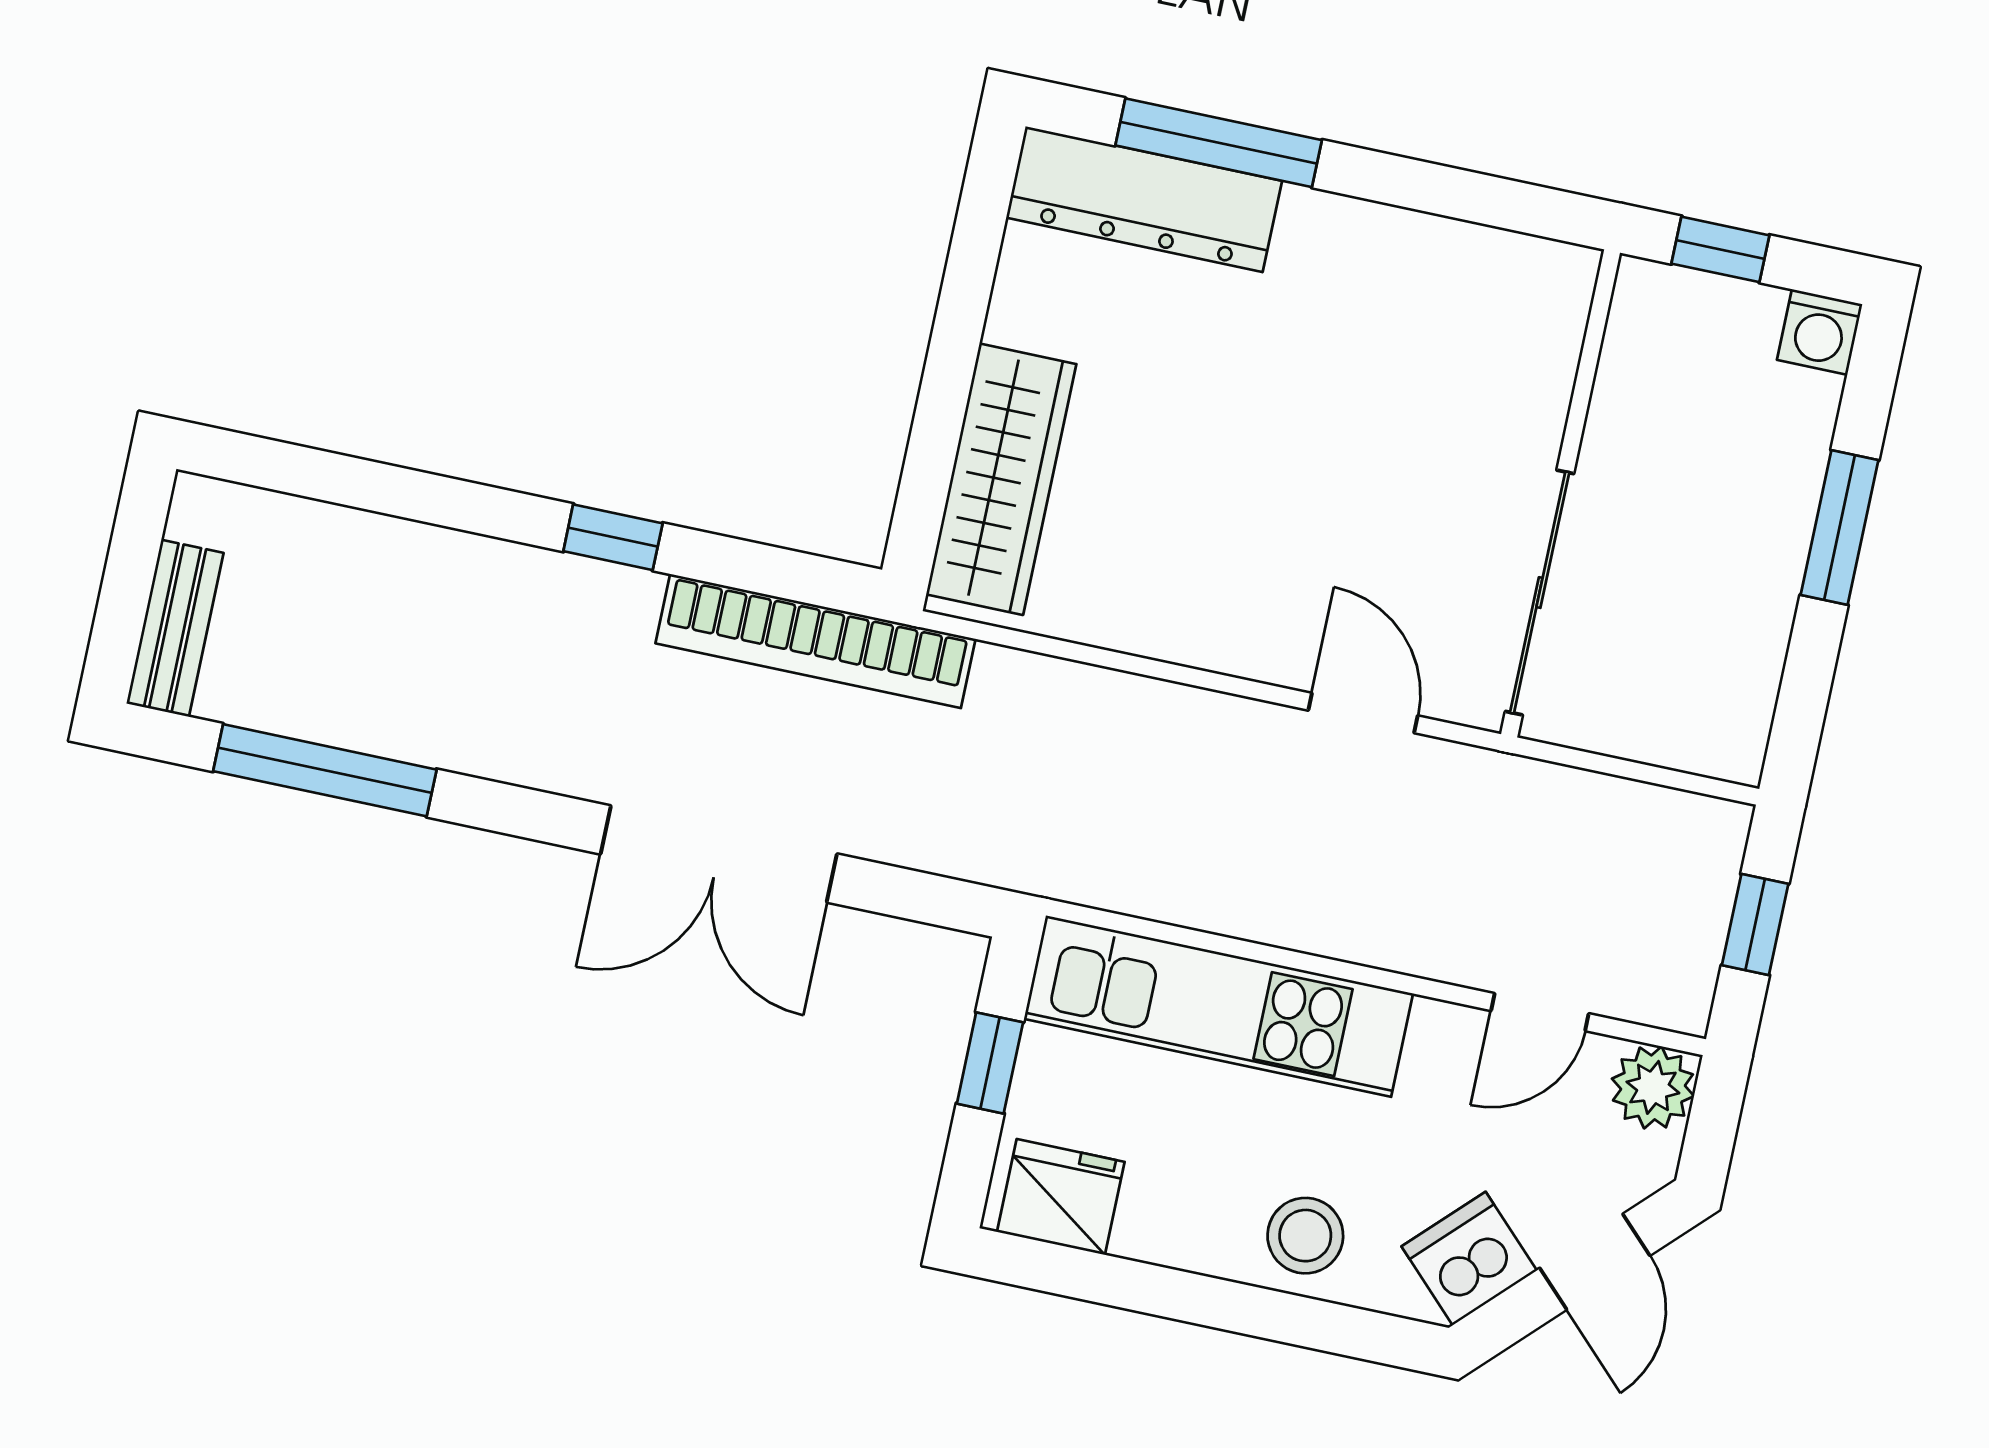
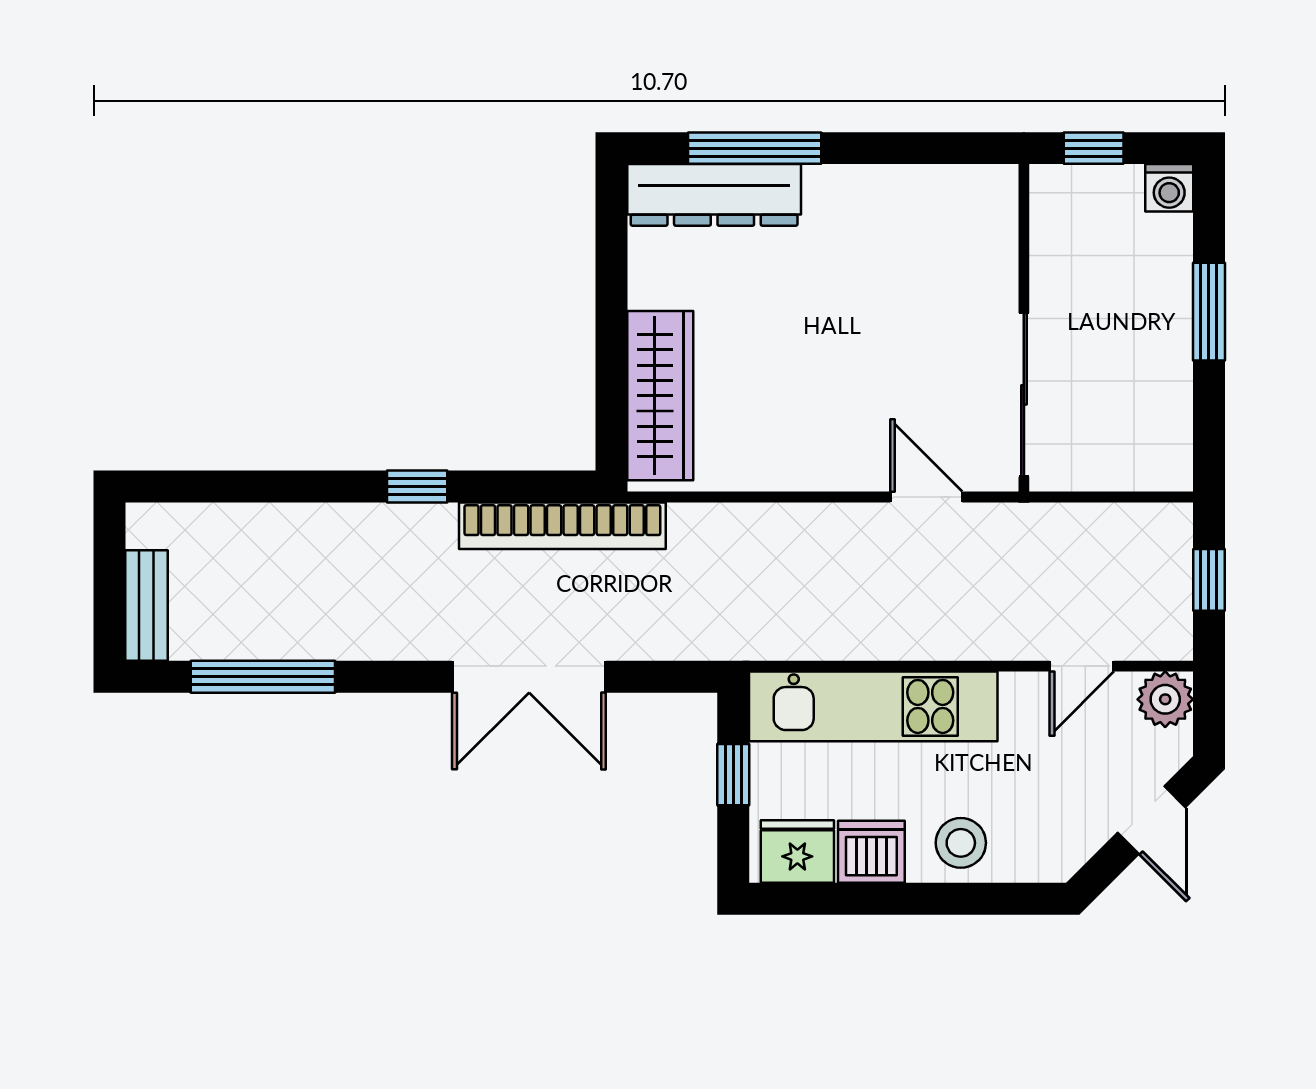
dishwasher: (1469, 1259) -> (871, 852), moved, turned 45

